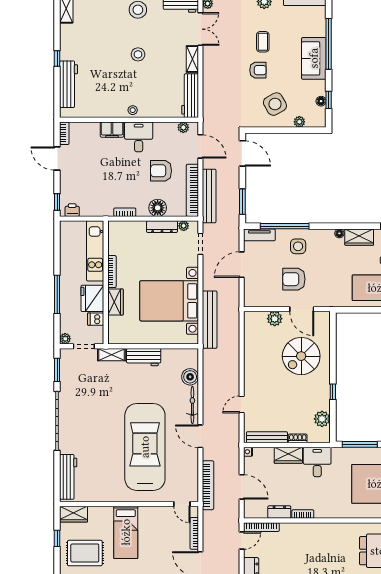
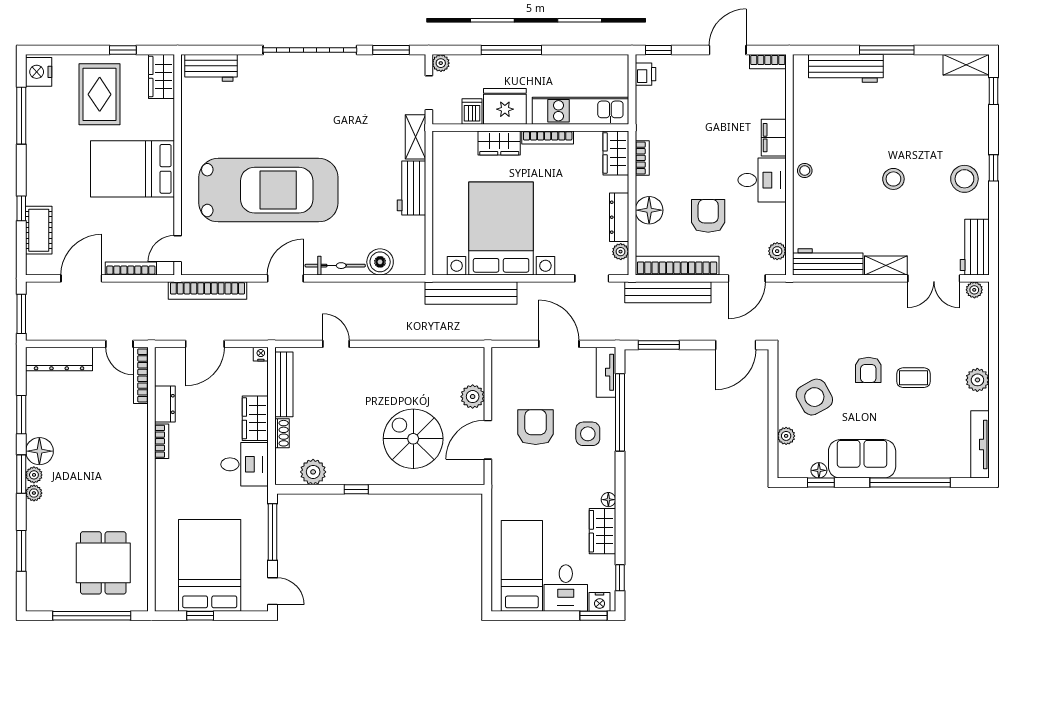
sofa: (314, 58) -> (862, 459), moved
window: (57, 59) -> (887, 50), width x2.17
wardrobe: (122, 229) -> (616, 153), added
workbench: (68, 477) -> (211, 68), width x0.73
bed: (126, 532) -> (132, 169), width x1.50

